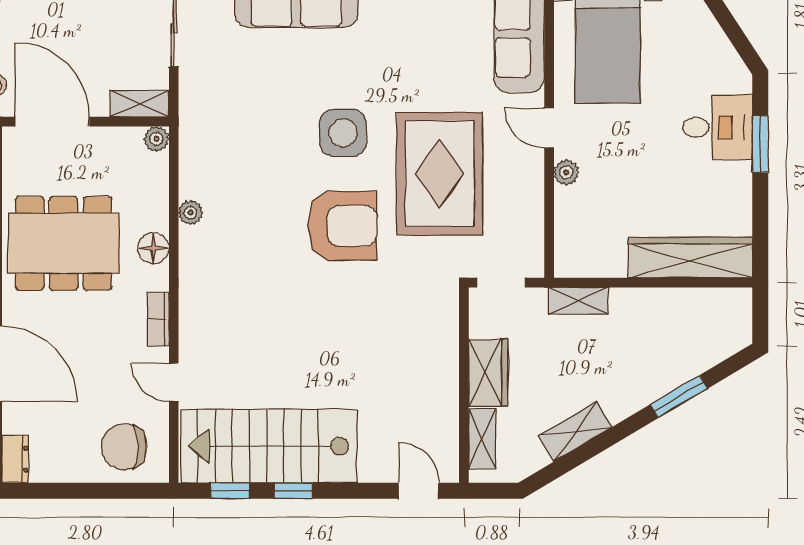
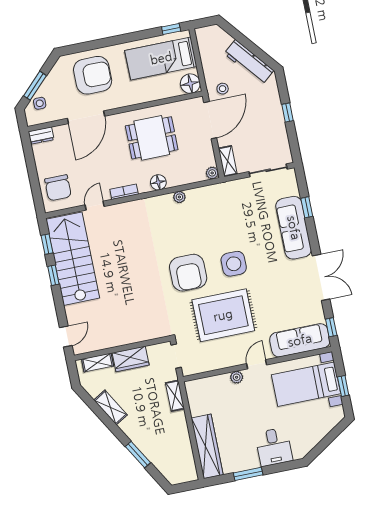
window: (760, 144) -> (248, 474), moved
dining table: (64, 243) -> (152, 138), width x0.73
chair: (124, 447) -> (58, 188), turned 180

